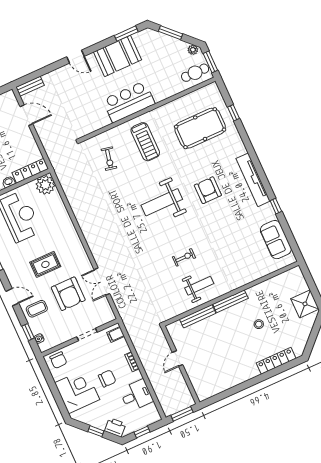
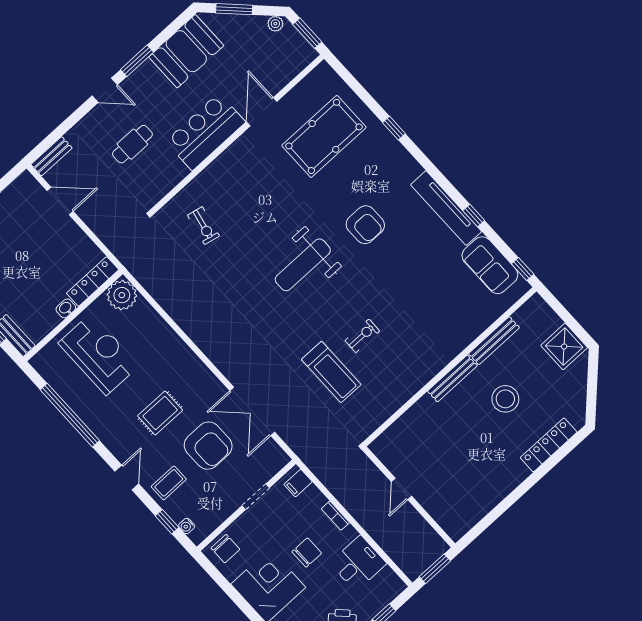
window: (126, 34) -> (137, 61), moved
booth: (117, 56) -> (186, 51), moved
cafe table: (195, 73) -> (132, 144), moved
door: (167, 101) -> (262, 112), added
window: (233, 113) -> (394, 128), moved
treadmill: (145, 142) -> (331, 372), moved
tv unit: (253, 180) -> (446, 208), moved
armchair: (208, 190) -> (365, 225), turned 180
window: (295, 248) -> (523, 269), added
double door: (102, 282) -> (252, 411), width x1.37
weight bench: (199, 286) -> (399, 371), removed
door: (12, 297) -> (127, 478), hinge flipped
bench: (198, 316) -> (494, 341), moved
stool: (259, 324) -> (505, 399), width x1.89, depth x1.89

